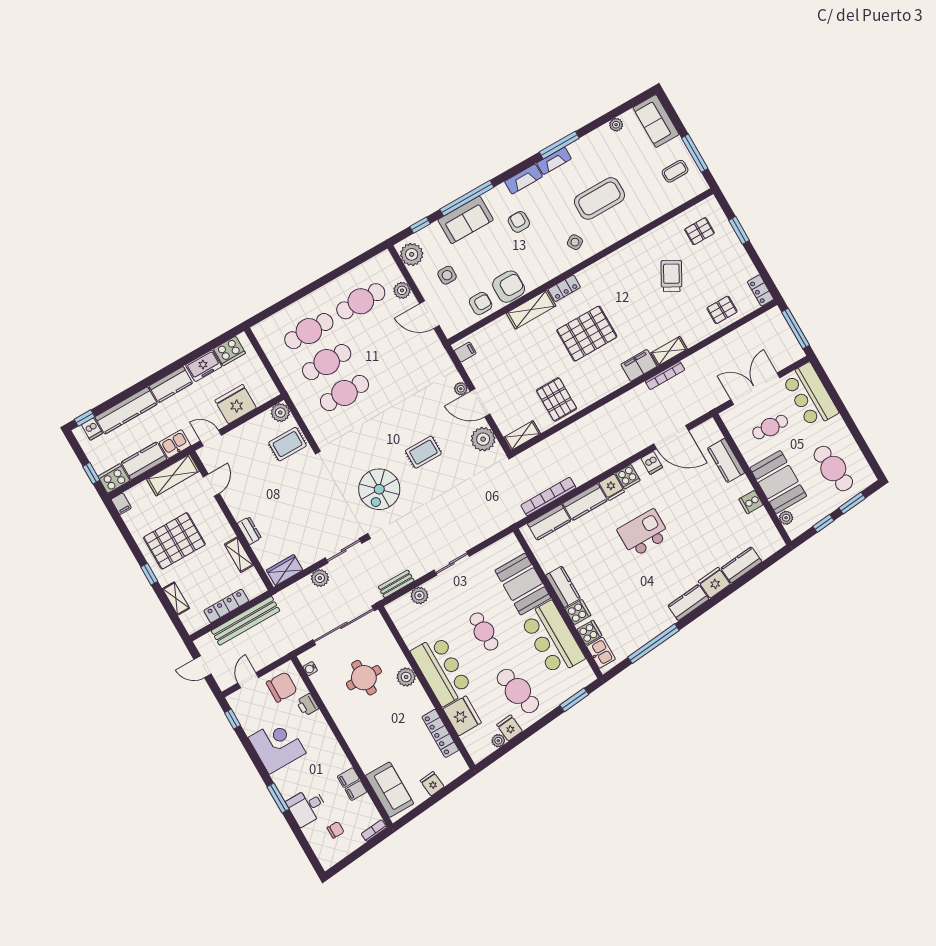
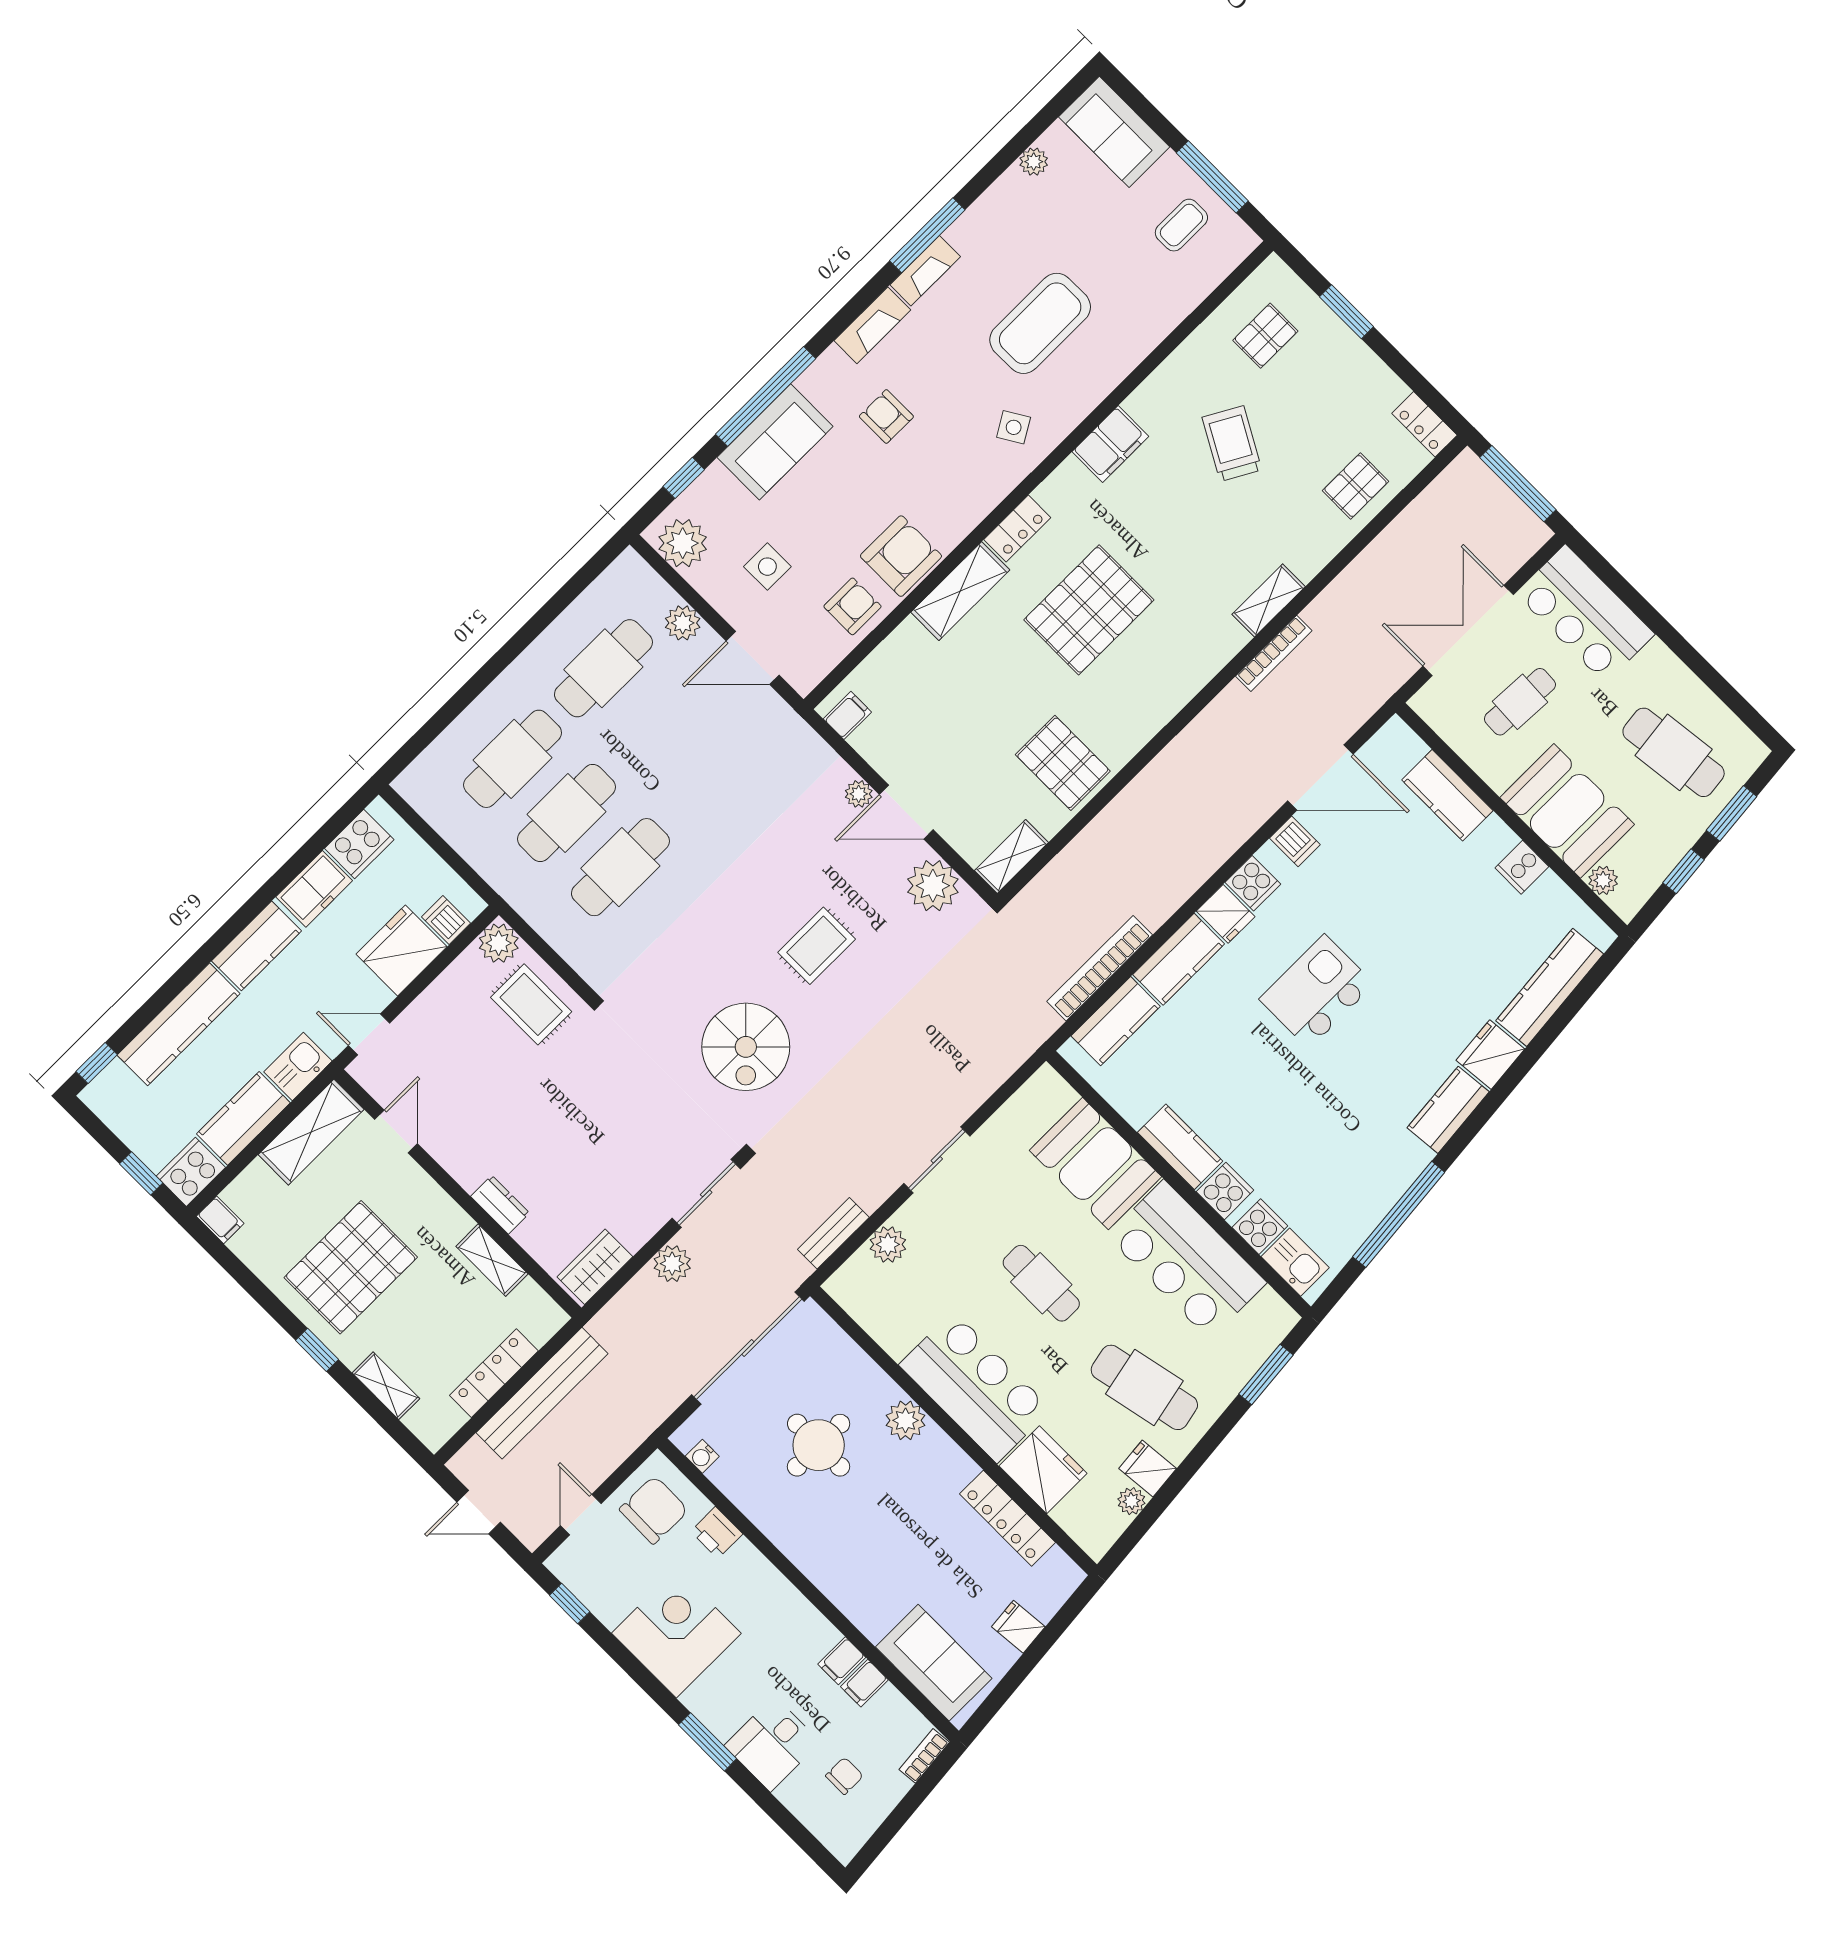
filing cabinet: (639, 365) -> (1110, 444), moved, turned 180
dishwasher: (92, 429) -> (446, 920), moved, turned 180
rug: (288, 444) -> (531, 1004), turned 90
kitchen counter: (741, 565) -> (1550, 987), width x1.50

